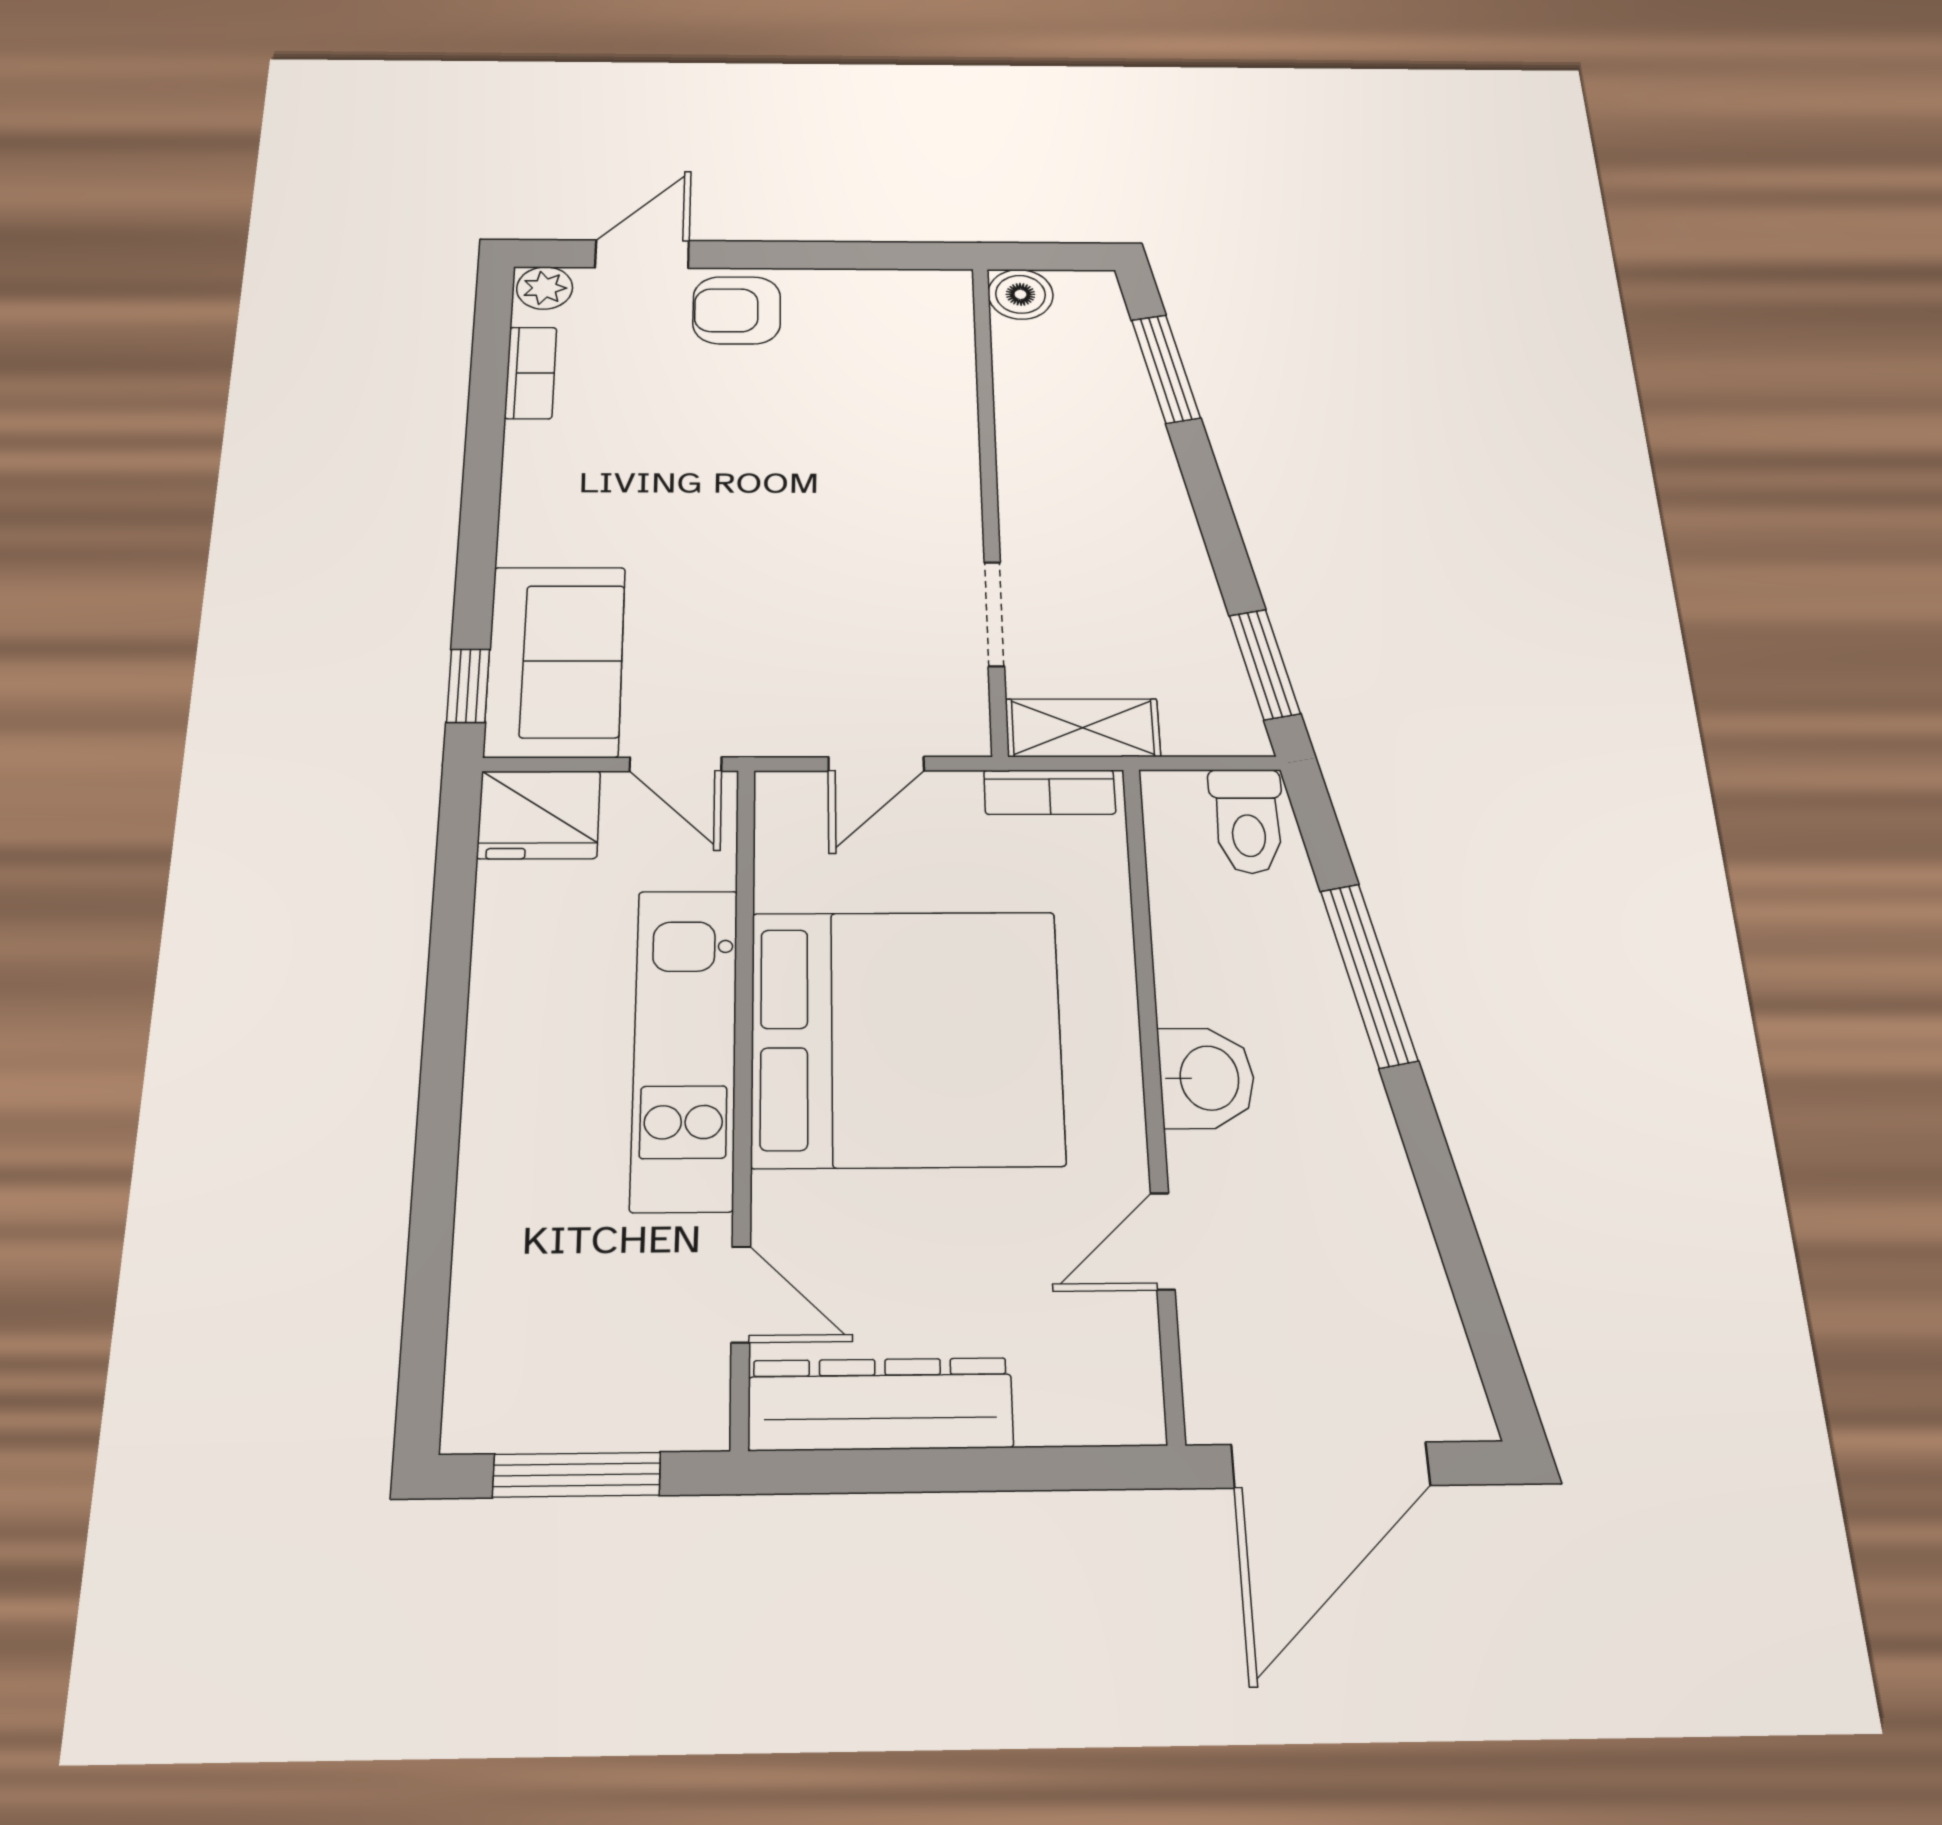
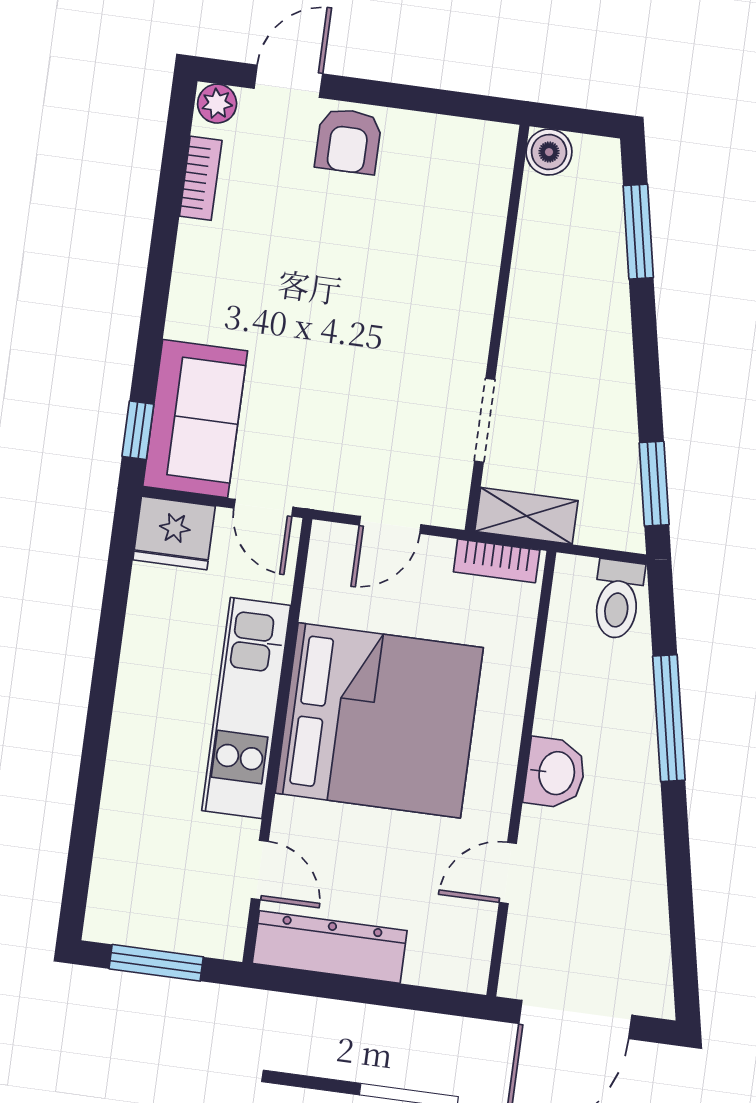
armchair: (737, 310) -> (348, 141), turned -90

